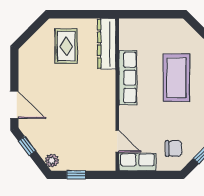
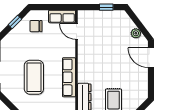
window: (27, 146) -> (142, 28), removed
plant: (52, 161) -> (136, 33), moved

